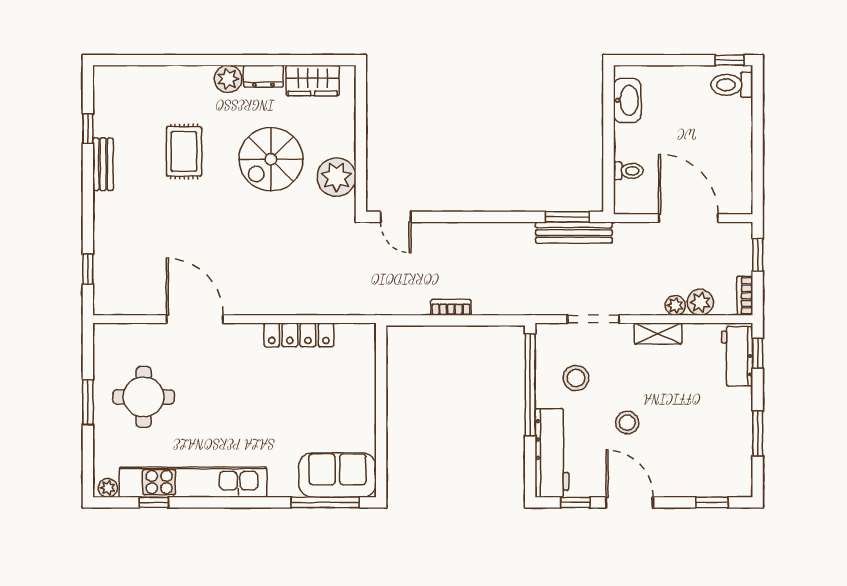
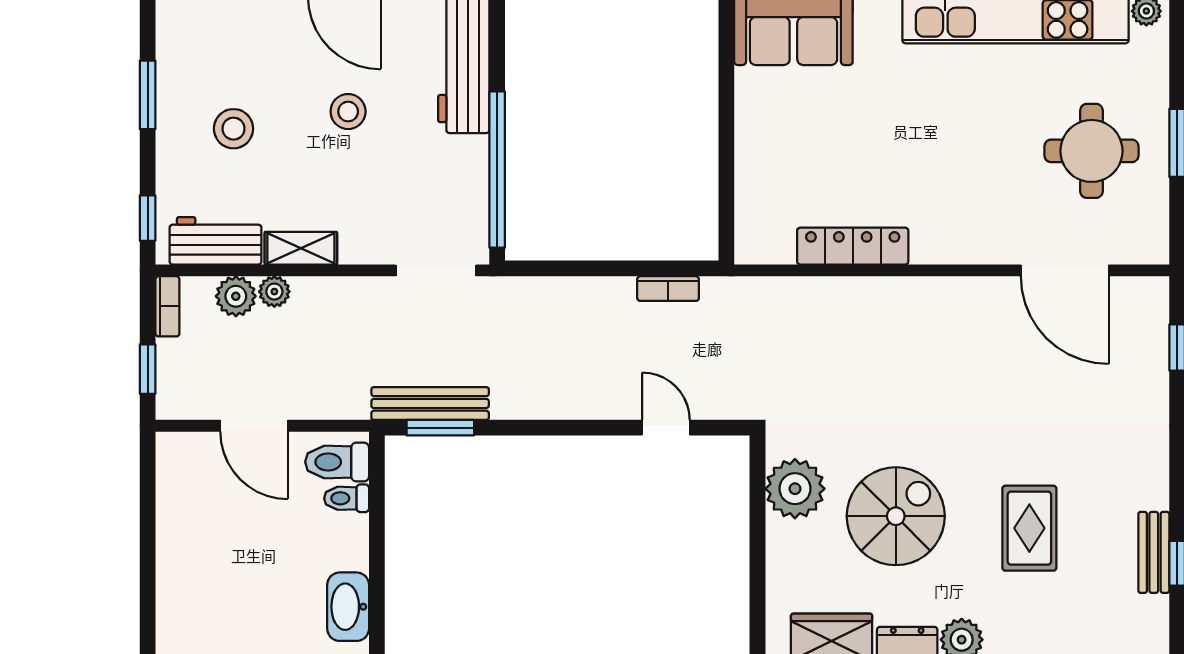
toilet: (732, 85) -> (337, 462), moved, turned 180
bench: (103, 164) -> (1154, 552), moved
door: (396, 217) -> (666, 428), moved
door: (688, 218) -> (254, 426), width x0.73
bookcase: (451, 307) -> (668, 289), moved
door: (195, 319) -> (1065, 270), moved
doorway: (593, 319) -> (436, 270), moved
workbench: (737, 356) -> (215, 241), moved, turned -90
stool: (576, 378) -> (234, 129), moved

